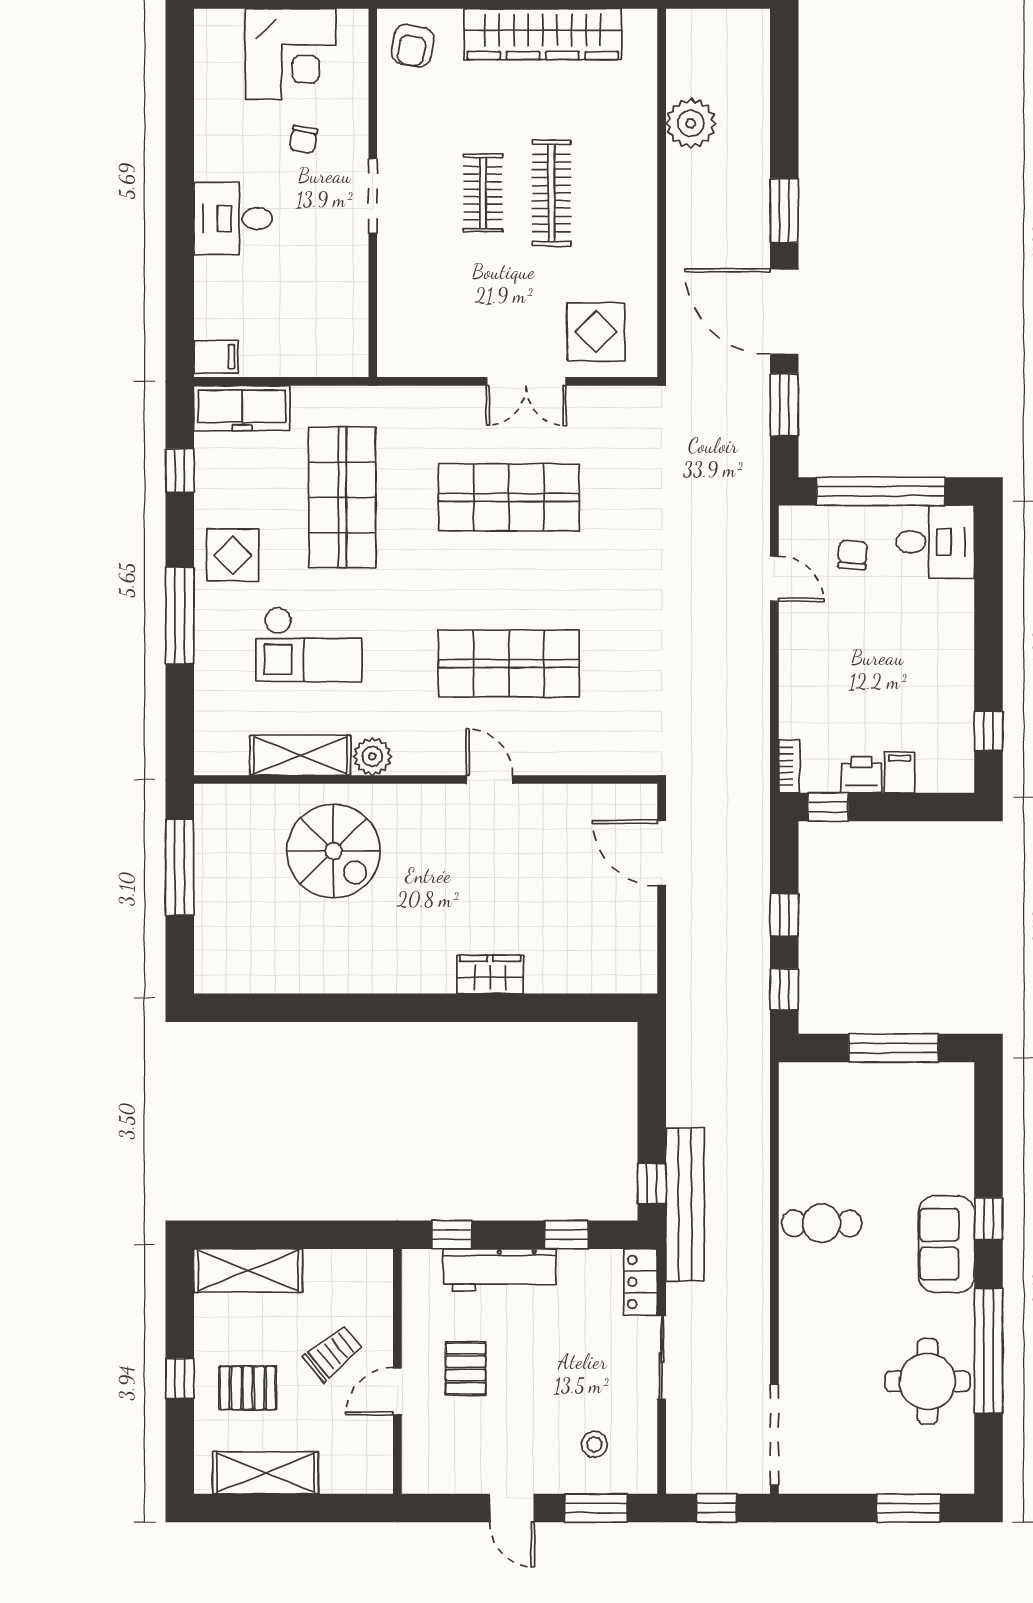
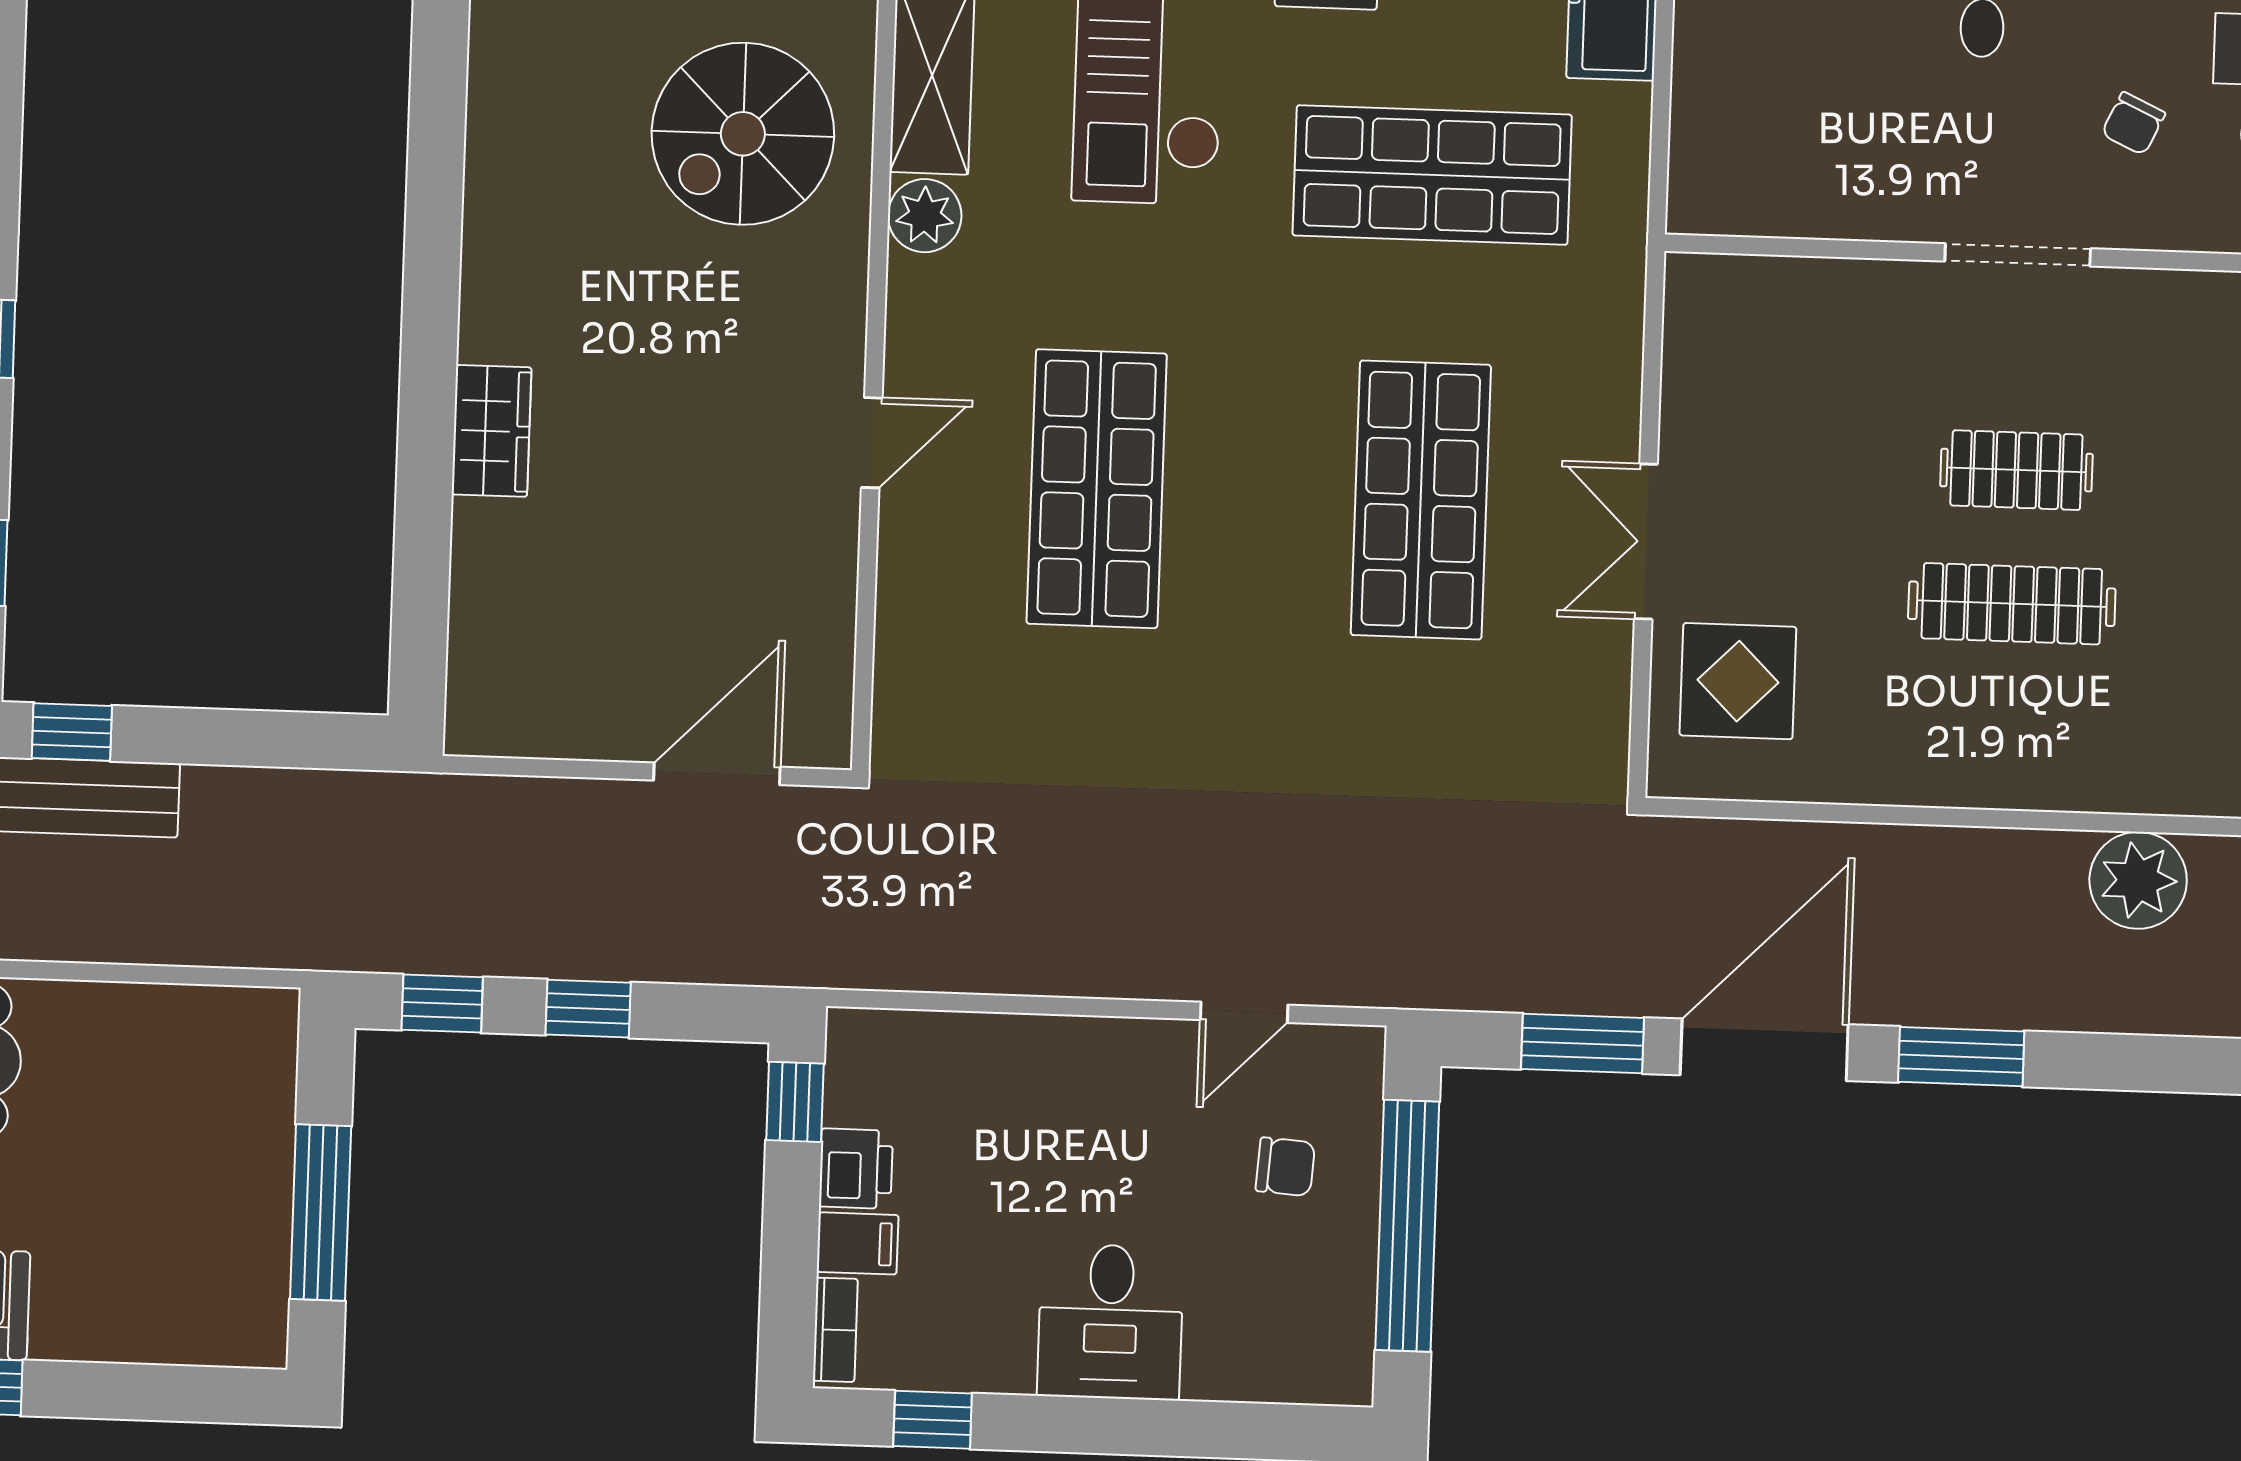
chair: (303, 139) -> (2133, 124), turned -75
desk: (935, 542) -> (1110, 1322), moved
bookcase: (789, 766) -> (835, 1330), moved, turned -90

